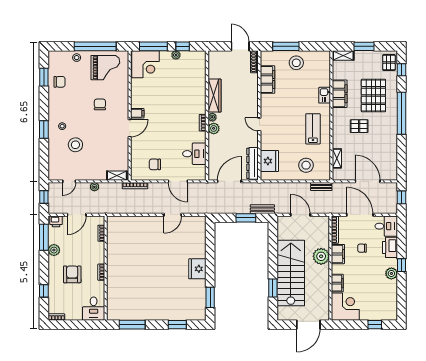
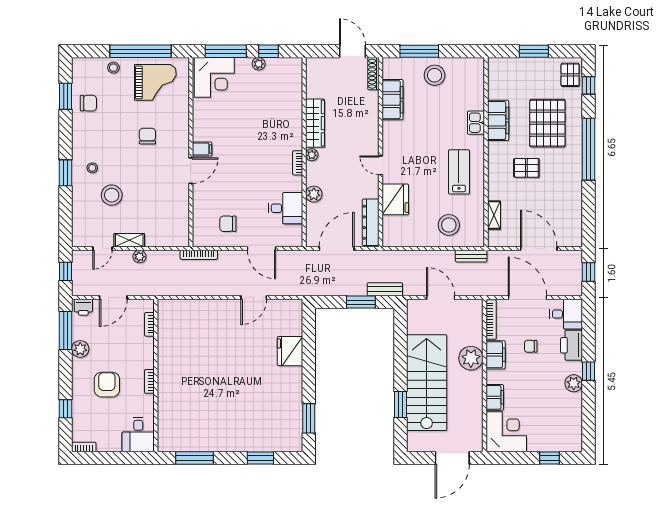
shelving: (343, 55) -> (503, 64), removed
plant: (214, 128) -> (314, 194), moved
fridge: (269, 161) -> (395, 199), moved
shelving: (117, 176) -> (129, 240), moved
fridge: (197, 269) -> (290, 351), moved

